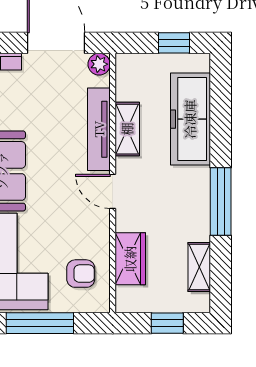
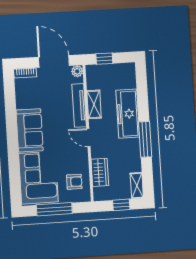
window: (174, 43) -> (104, 59), moved
freezer: (190, 119) -> (128, 114), moved
shelving: (199, 267) -> (137, 186), moved

